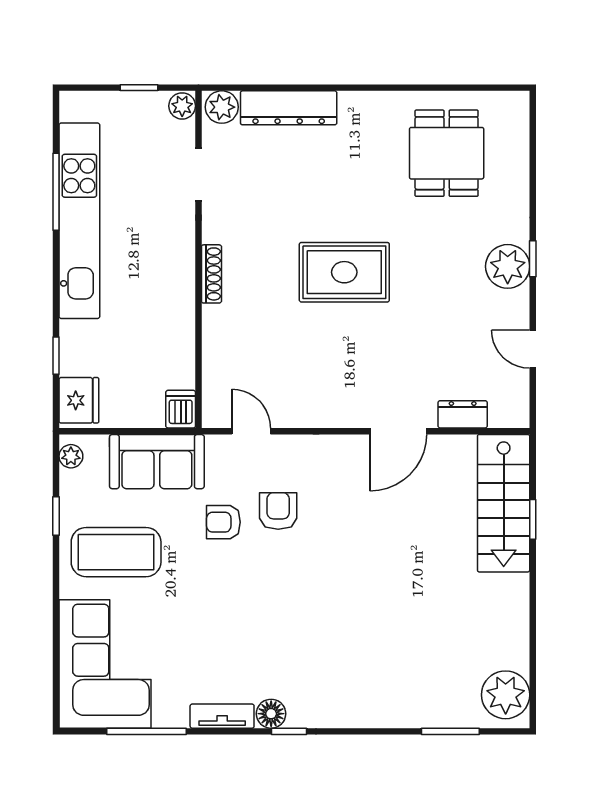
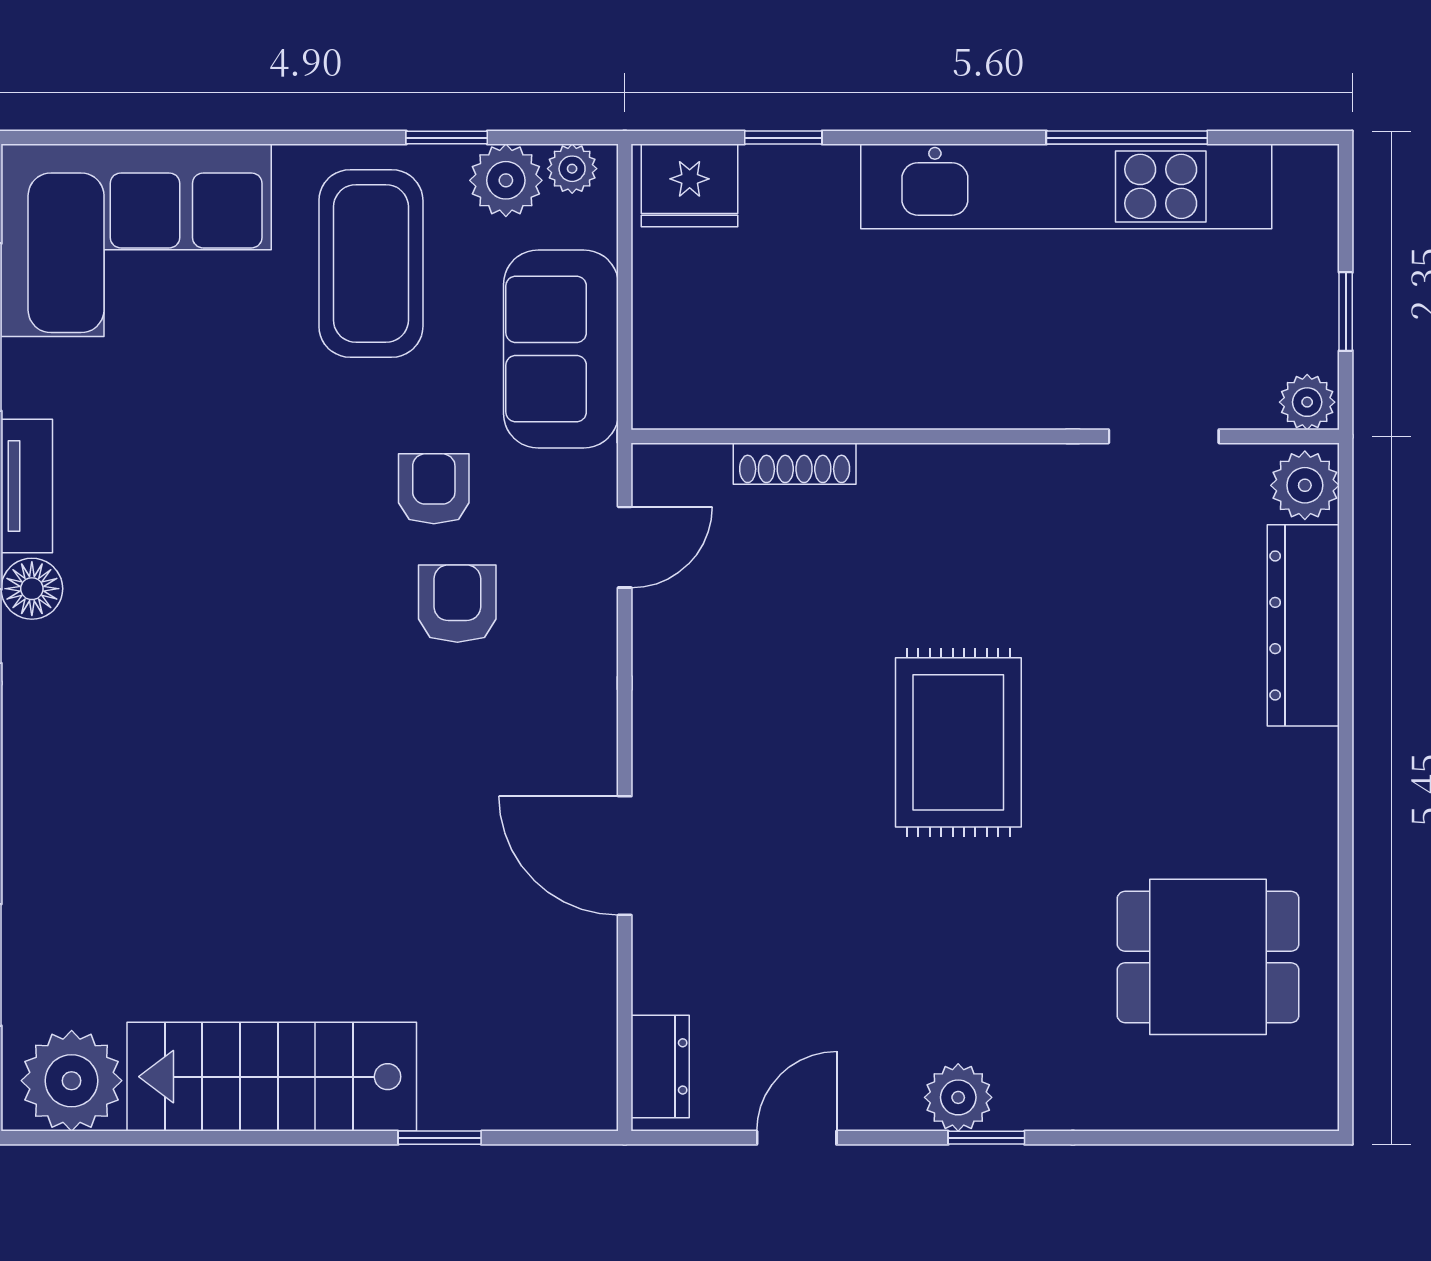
plant: (508, 266) -> (958, 1097), width x0.73, depth x0.73
shoe rack: (211, 274) -> (795, 464), moved
dishwasher: (181, 409) -> (671, 399), removed
dresser: (463, 414) -> (660, 1066), moved
plant: (76, 488) -> (506, 180), added
stairs: (504, 503) -> (272, 1077), moved
armchair: (278, 511) -> (457, 604), turned -90

